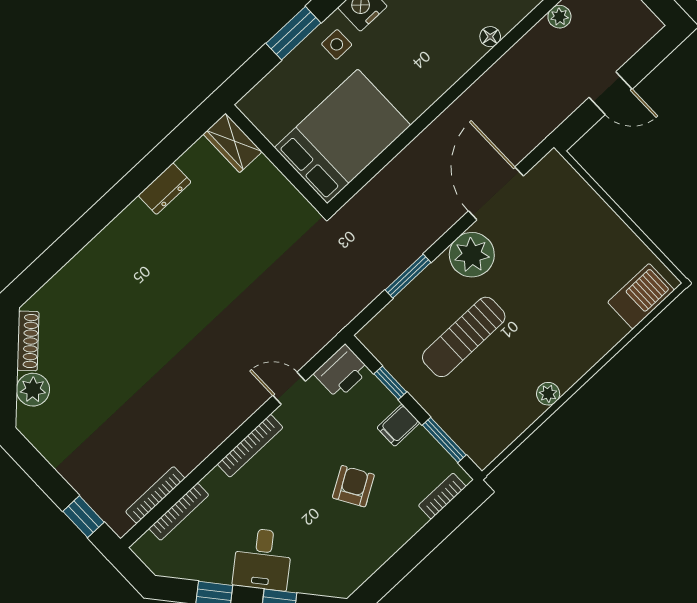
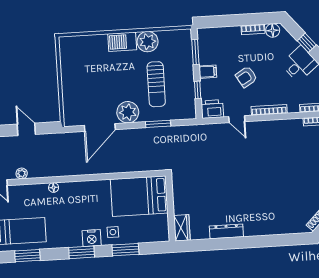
dresser: (165, 189) -> (226, 231), width x1.44
barbecue: (641, 296) -> (122, 42), moved
sun lounger: (464, 337) -> (156, 84), turned 90
plant: (548, 394) -> (148, 42), width x1.87, depth x1.87
armchair: (353, 486) -> (246, 77), moved
bookcase: (442, 496) -> (253, 29), moved
floor lamp: (350, 577) -> (273, 30), added

